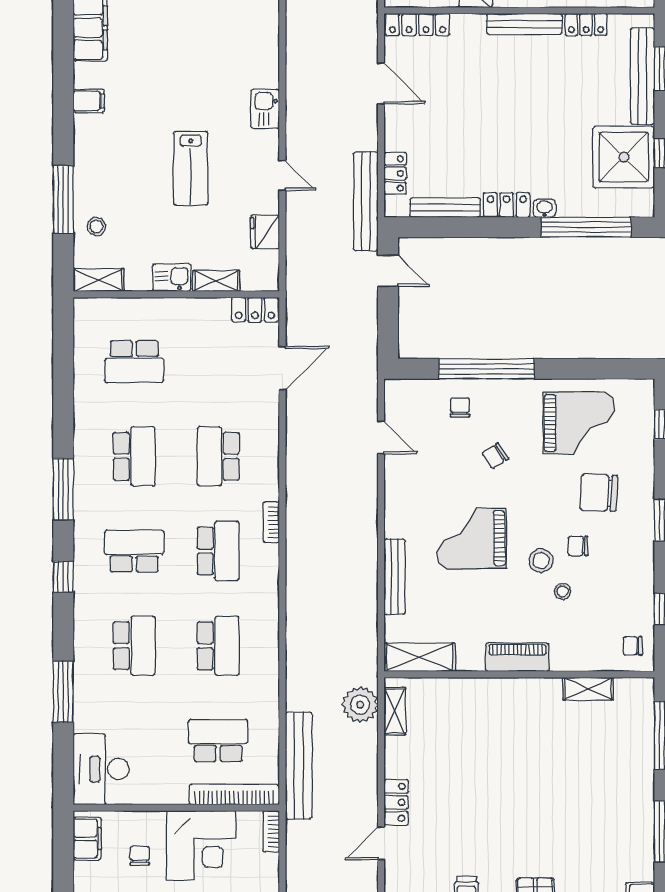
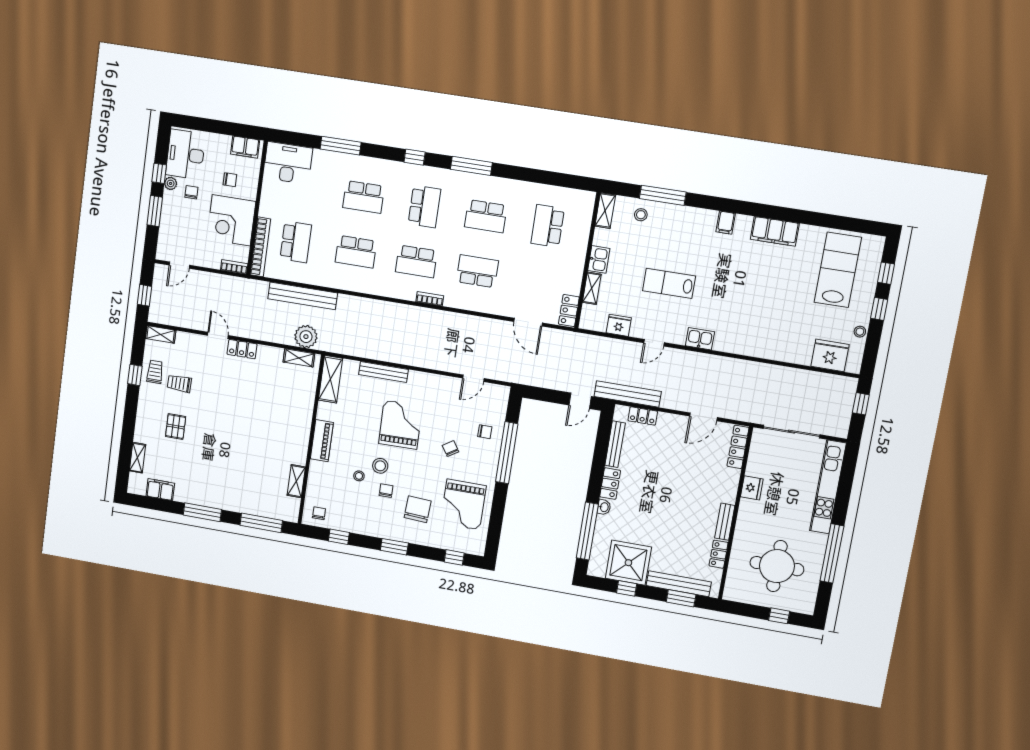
bench: (524, 24) -> (725, 522), width x0.73
bench: (299, 766) -> (303, 296), moved

